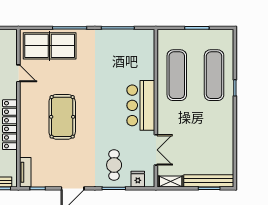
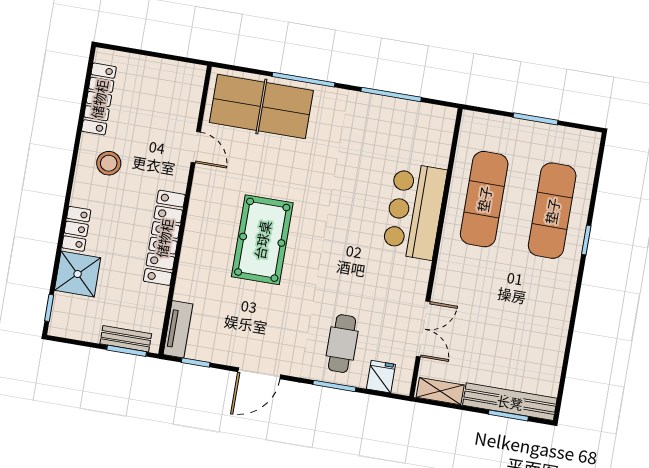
bar counter: (141, 105) -> (415, 211), moved

